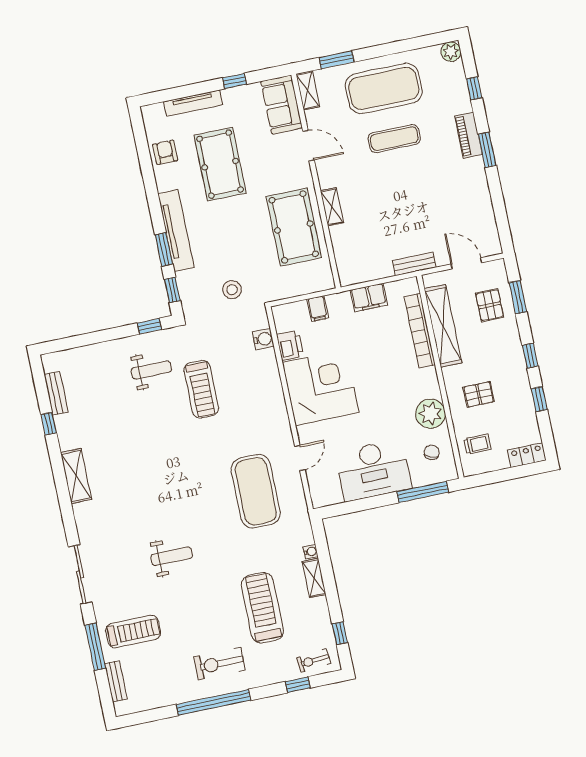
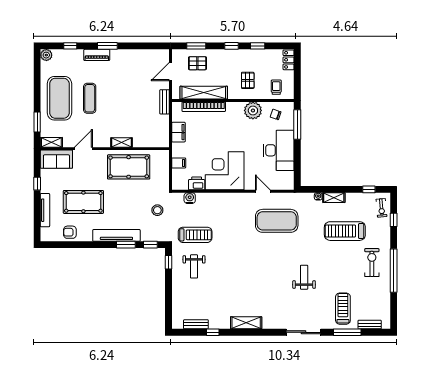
weight bench: (151, 370) -> (194, 266), turned 180
treadmill: (201, 389) -> (195, 235), moved
exercise bike: (220, 663) -> (372, 263), turned 180

